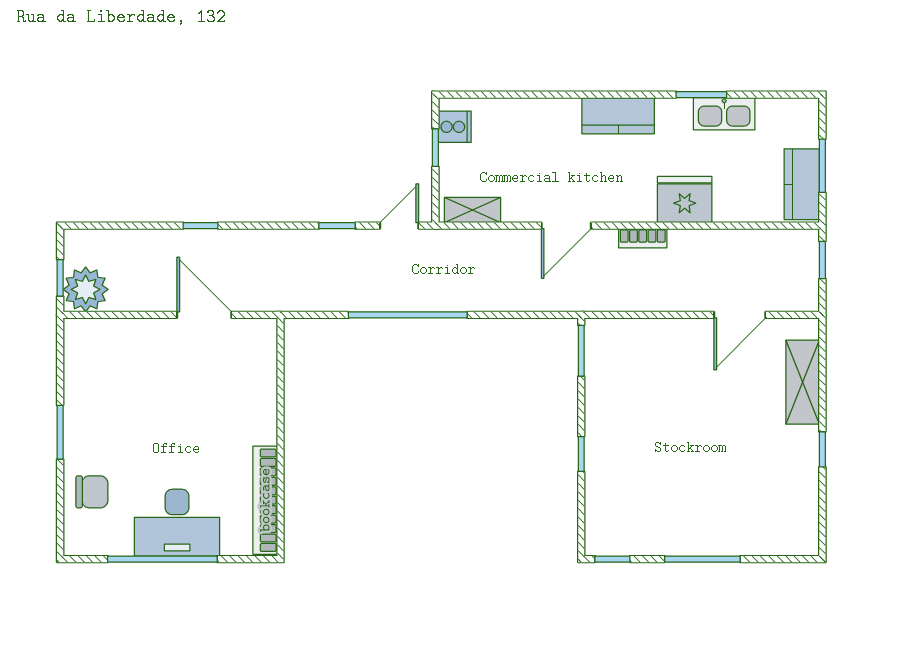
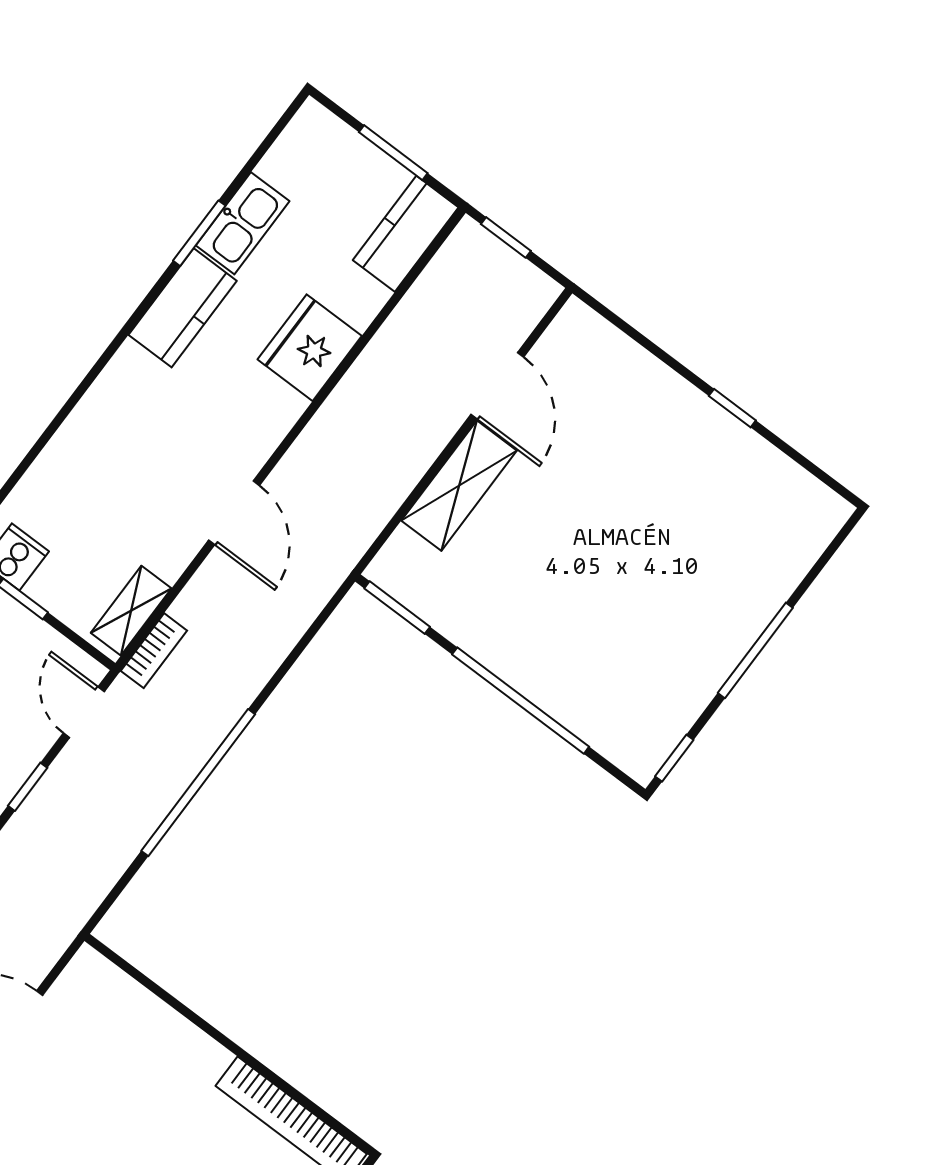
kitchen counter: (618, 116) -> (183, 308), moved
kitchen counter: (802, 184) -> (406, 234), moved, turned 90
bookcase: (643, 238) -> (154, 651), moved
shelving: (803, 382) -> (459, 486), moved, turned 90
window: (581, 454) -> (521, 701), width x3.17

